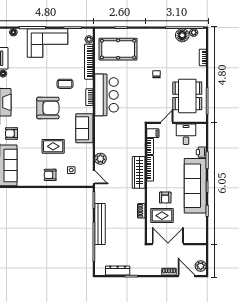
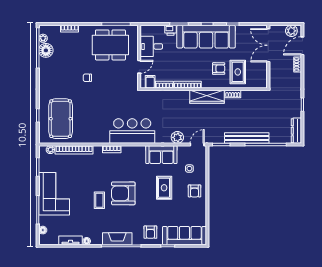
coffee table: (65, 84) -> (99, 200), moved
bar counter: (106, 95) -> (132, 131), moved
armchair: (48, 108) -> (123, 193), turned -90
door: (167, 123) -> (139, 67), swing flipped
sofa: (84, 128) -> (161, 155), moved
wardrobe: (139, 172) -> (207, 97), moved
double door: (168, 244) -> (268, 45), moved
dresser: (118, 271) -> (296, 131), moved

